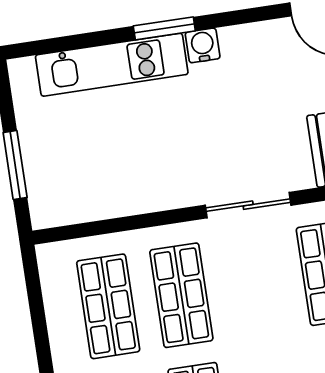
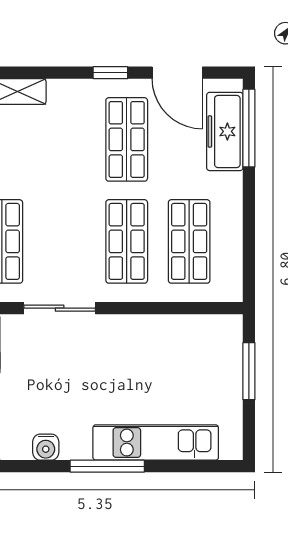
window: (164, 28) -> (107, 466), width x1.44
water cooler: (203, 45) -> (46, 447), moved

